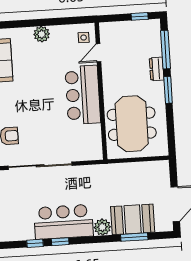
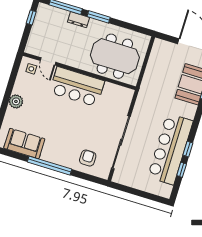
bar counter: (63, 222) -> (170, 149), width x1.36
plant: (102, 227) -> (189, 111), removed

